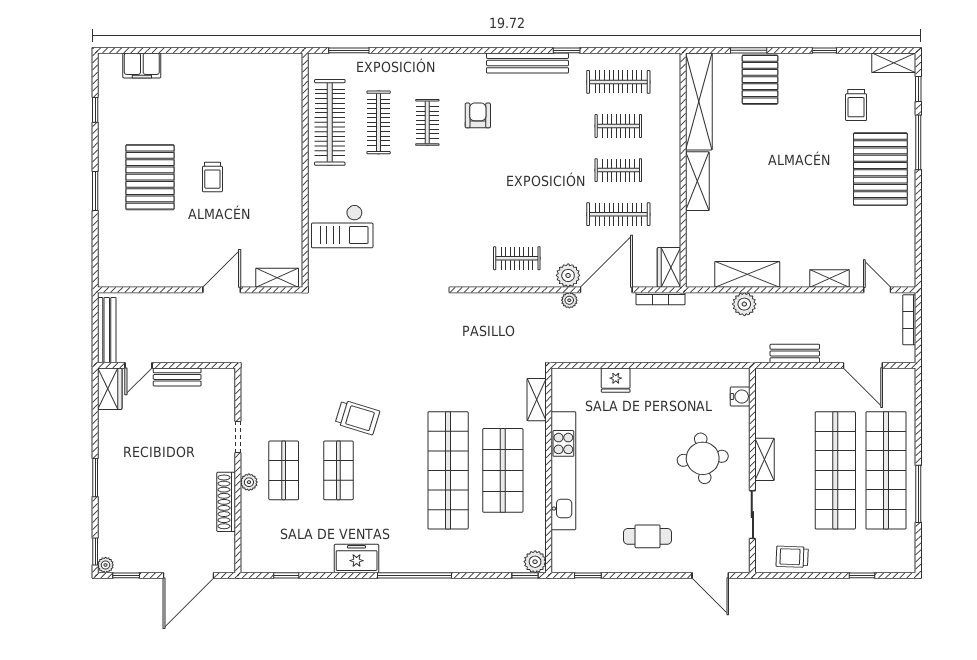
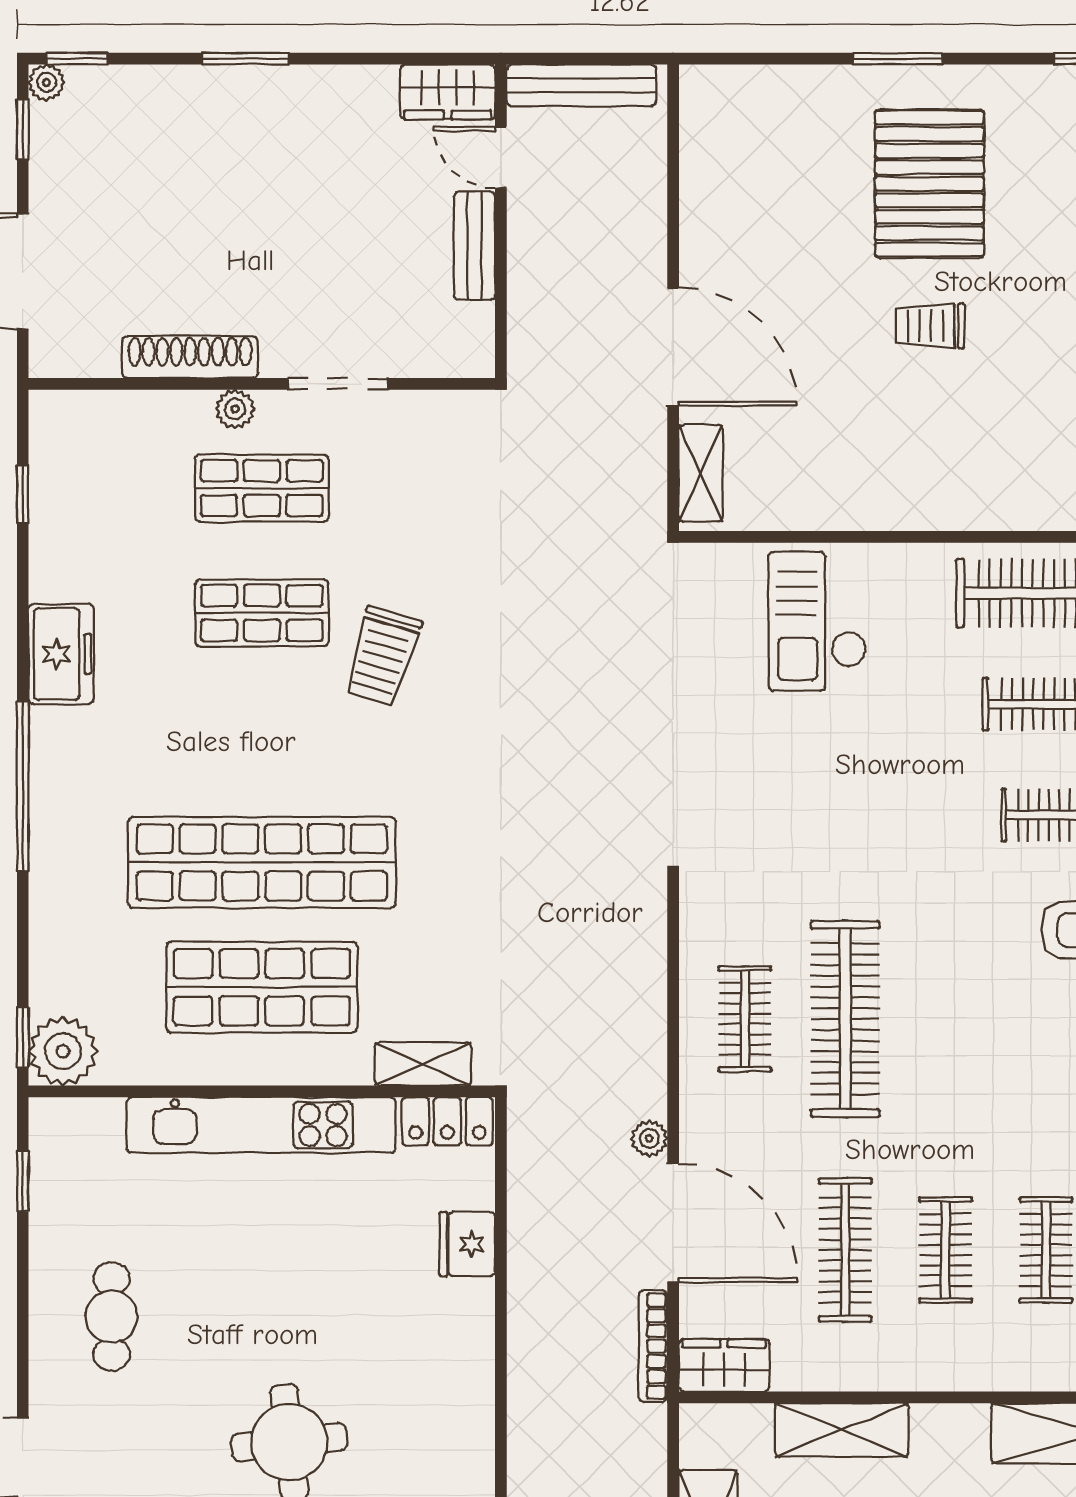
pallet: (150, 177) -> (929, 184), turned 90
shelving: (697, 181) -> (842, 1430), moved
clothes rail: (517, 214) -> (845, 1019), added
plant: (568, 275) -> (706, 1136), removed
door: (222, 290) -> (673, 347), width x1.36
locker: (562, 389) -> (447, 1121), added
doorway: (238, 437) -> (338, 384), width x1.38
plant: (535, 562) -> (63, 1051), width x1.36, depth x1.36

